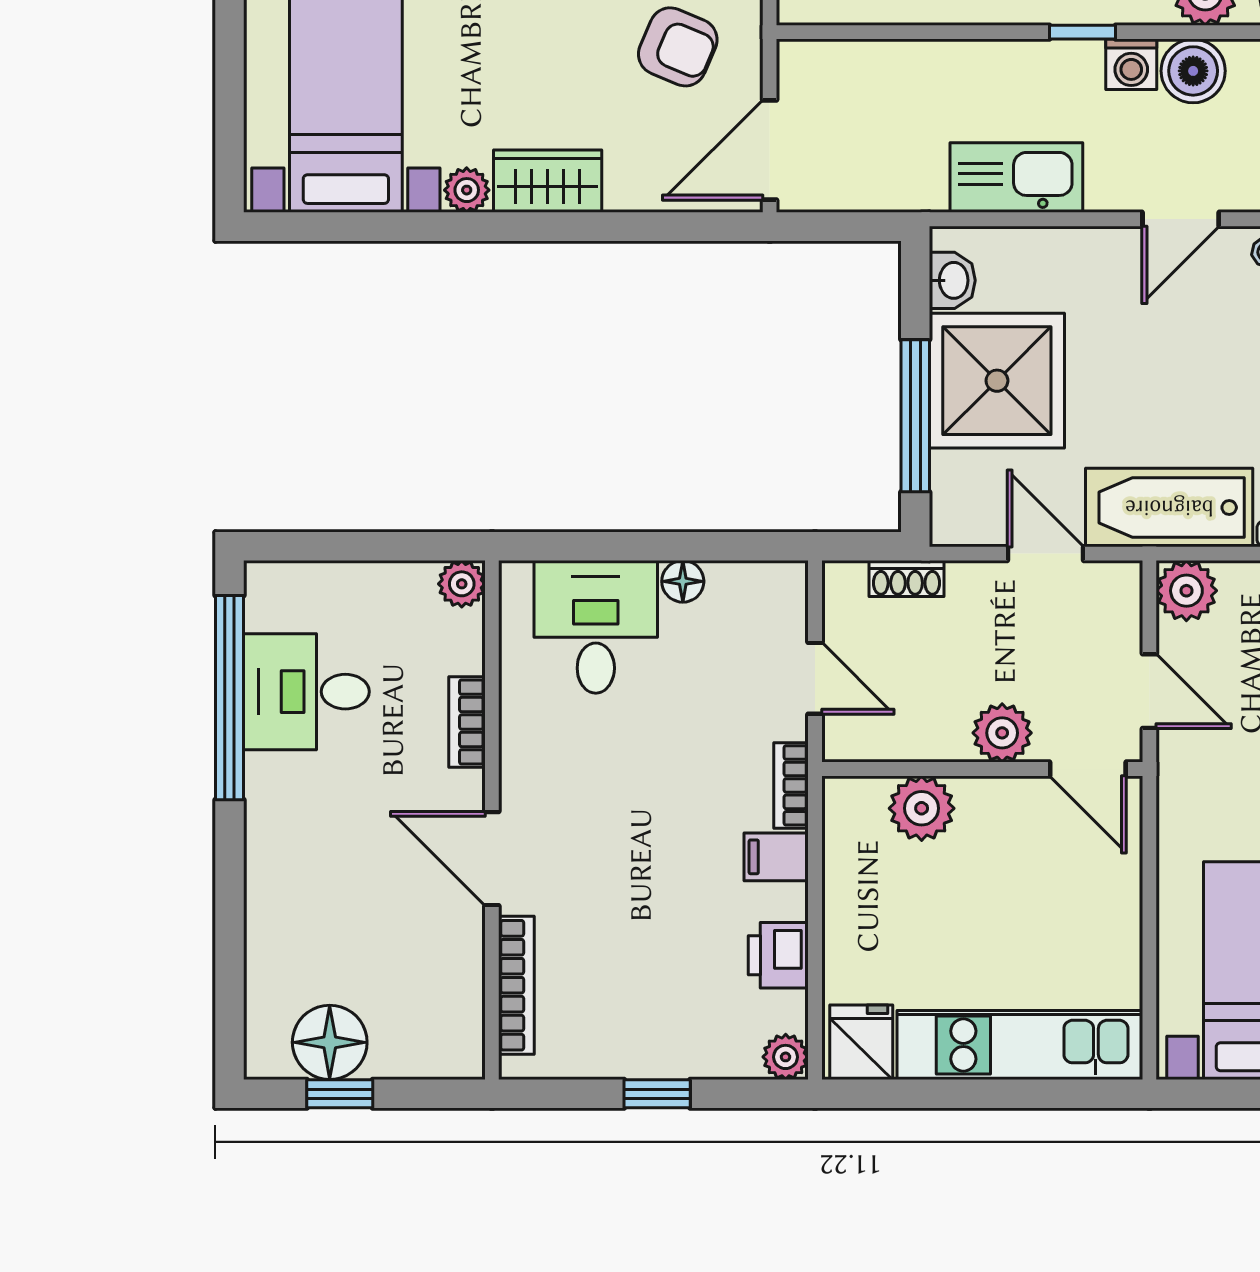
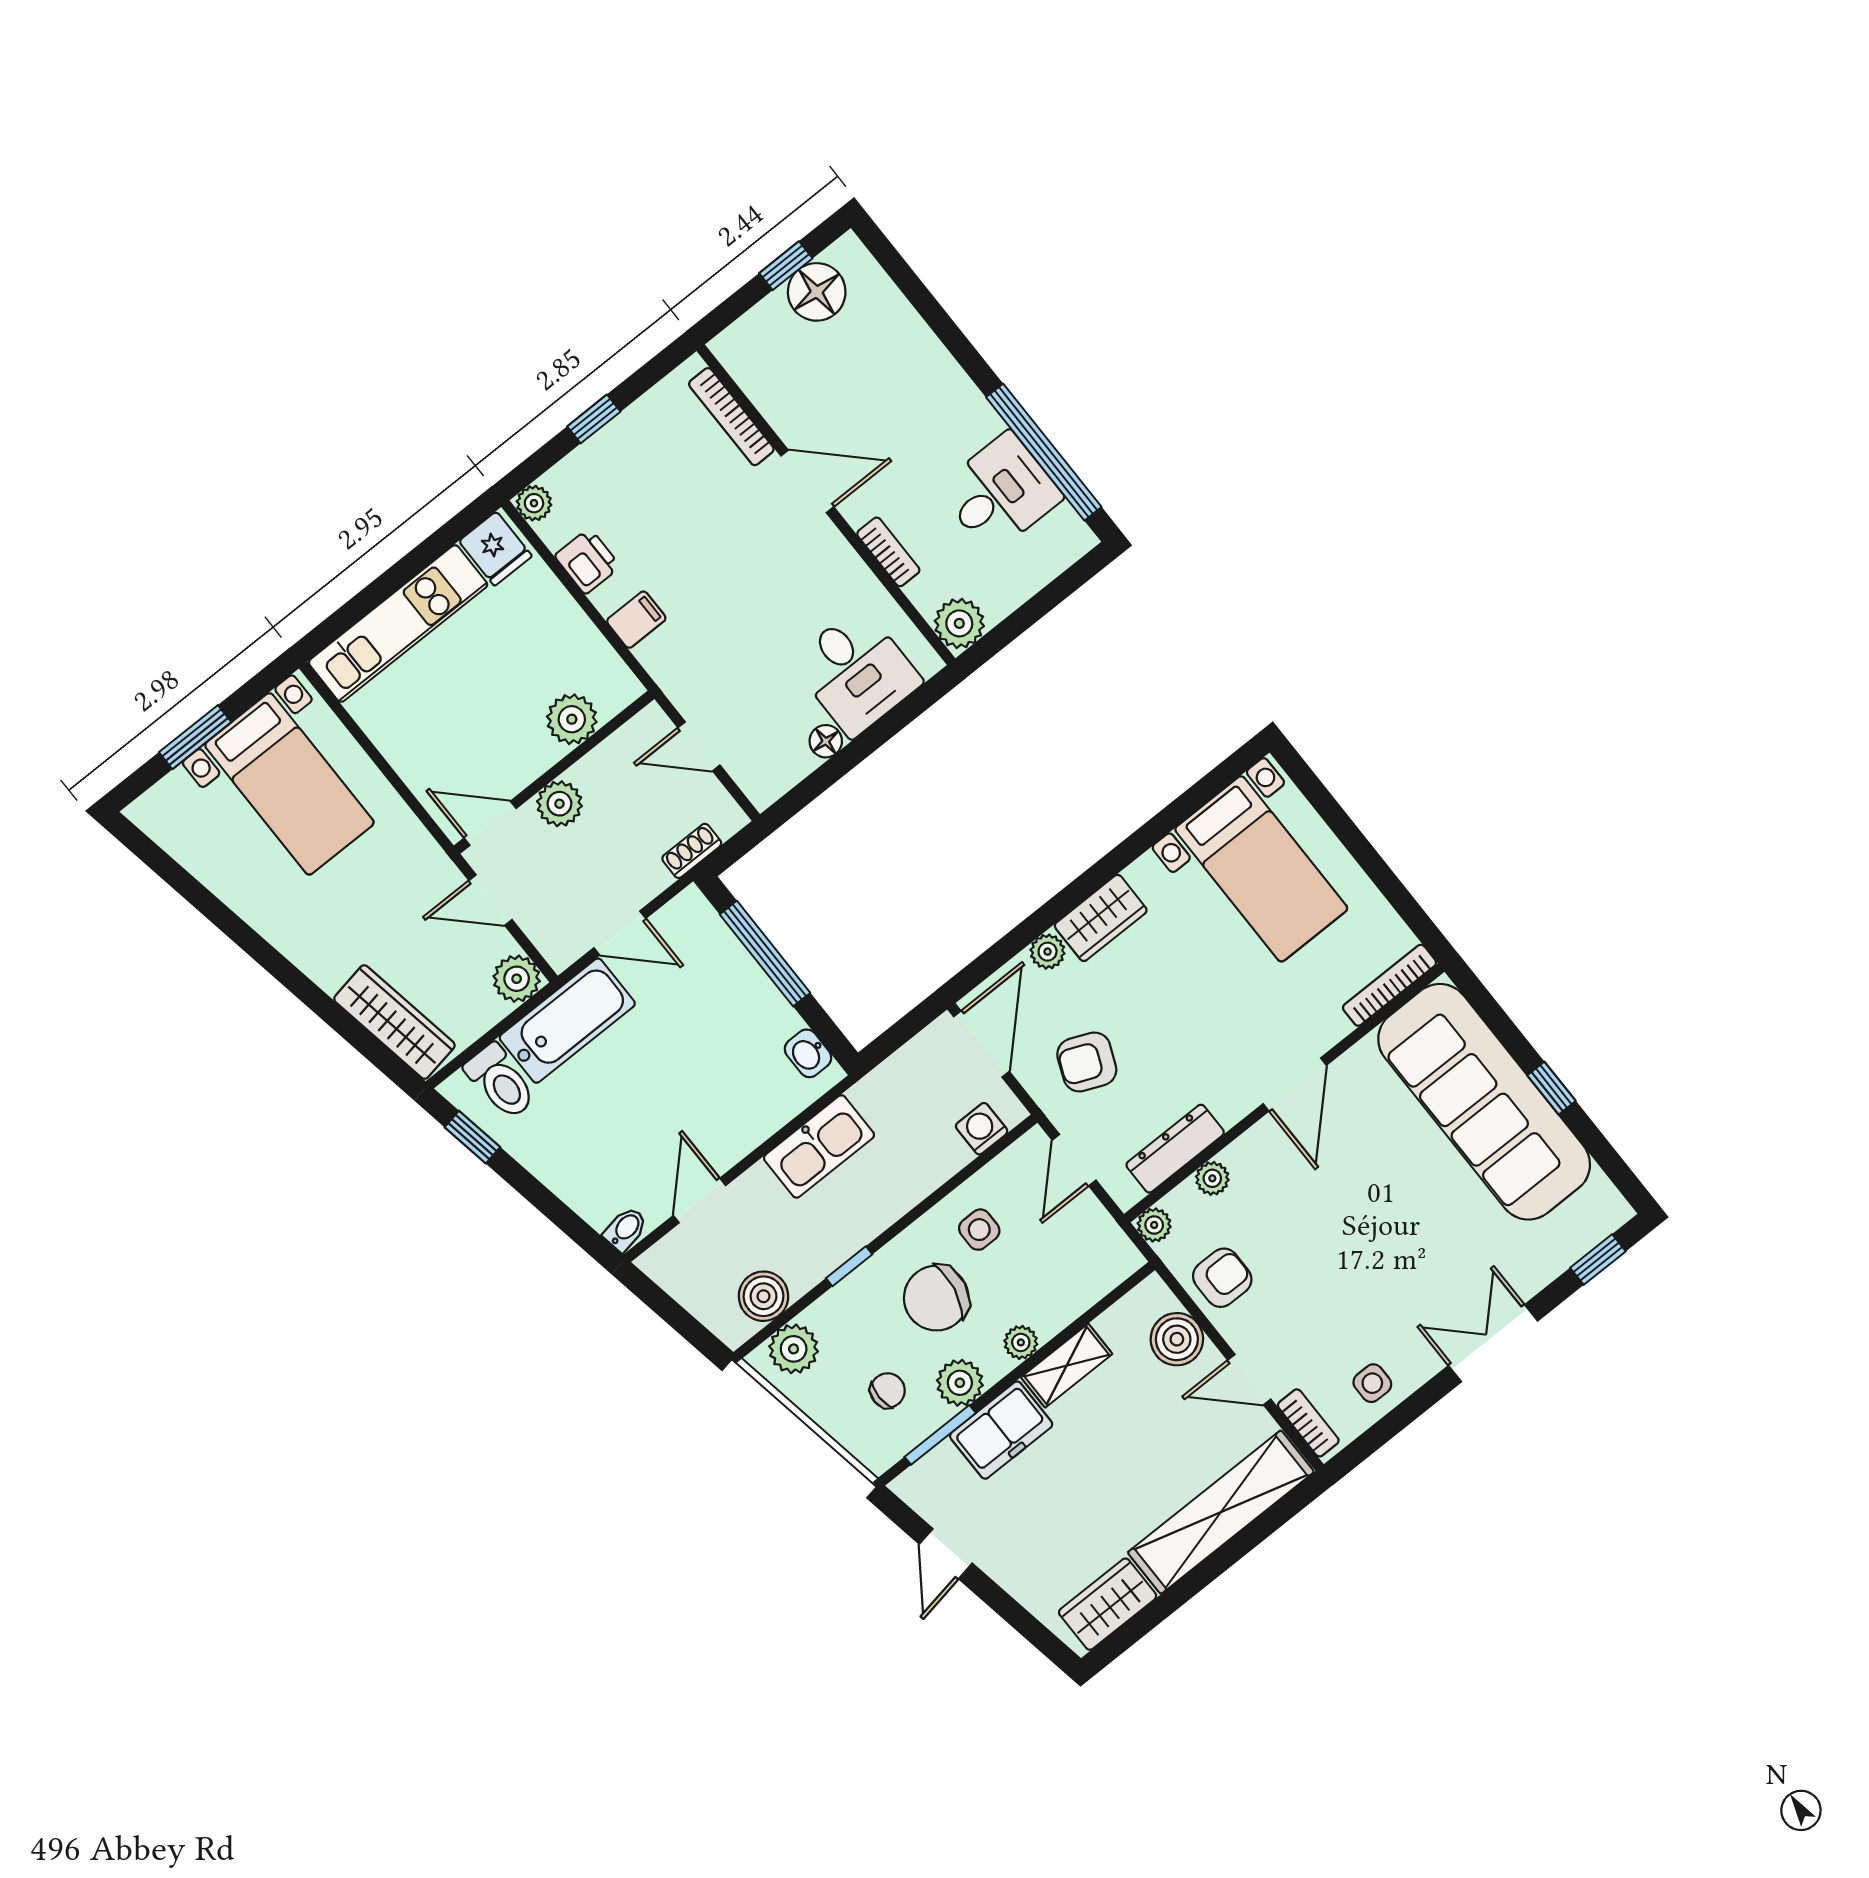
washing machine: (1131, 64) -> (982, 1129), moved
plant: (467, 190) -> (1048, 952), moved
shower: (997, 381) -> (733, 1014), removed
plant: (462, 584) -> (959, 623), width x1.38, depth x1.38
bookcase: (791, 785) -> (662, 670), removed

